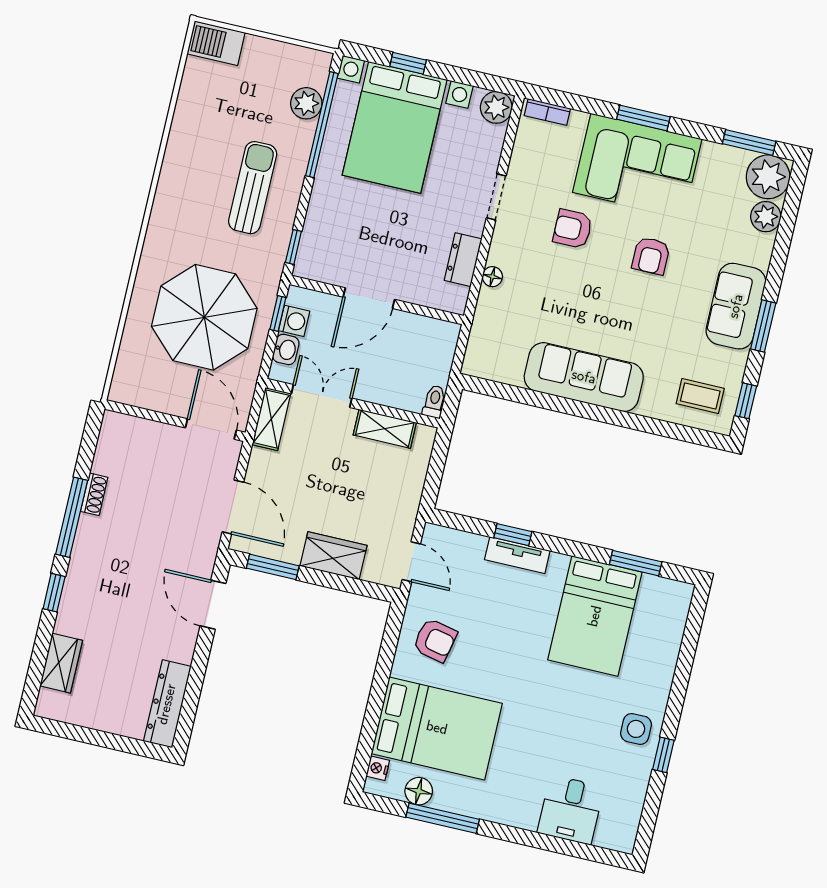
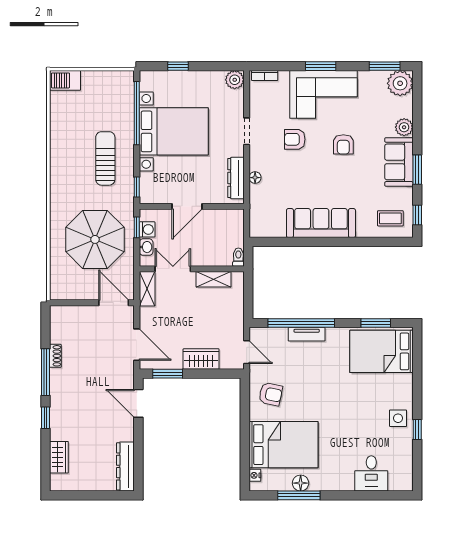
plant: (306, 103) -> (125, 103), removed
bed with nightstands: (395, 127) -> (174, 131), moved, turned -90
plant: (766, 217) -> (404, 127), moved
dresser: (463, 260) -> (236, 178), width x1.44
window: (513, 535) -> (301, 323), width x3.17
bed: (595, 616) -> (381, 351), moved, turned 90
floor lamp: (419, 791) -> (301, 483), moved

